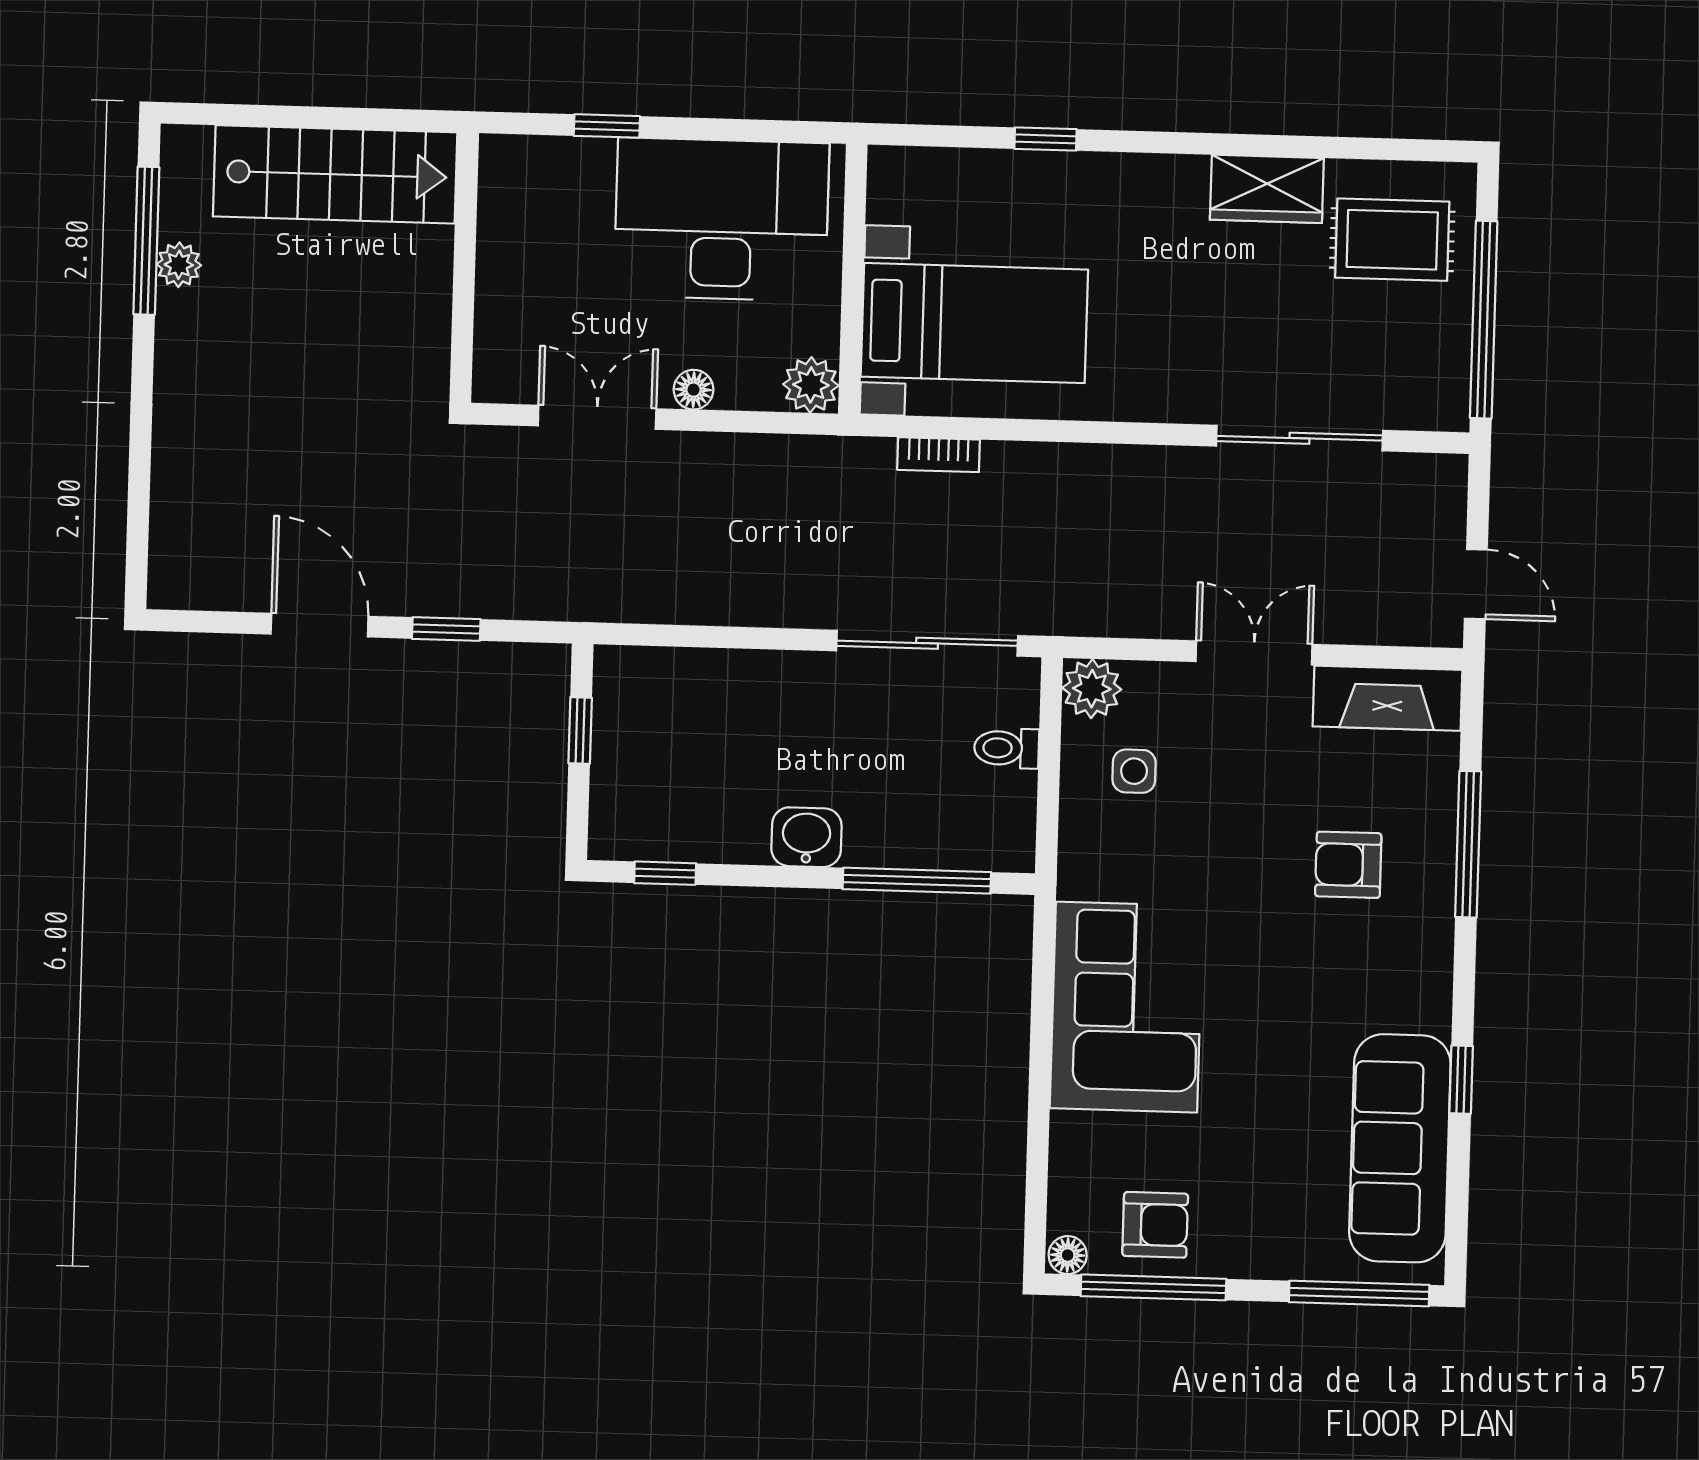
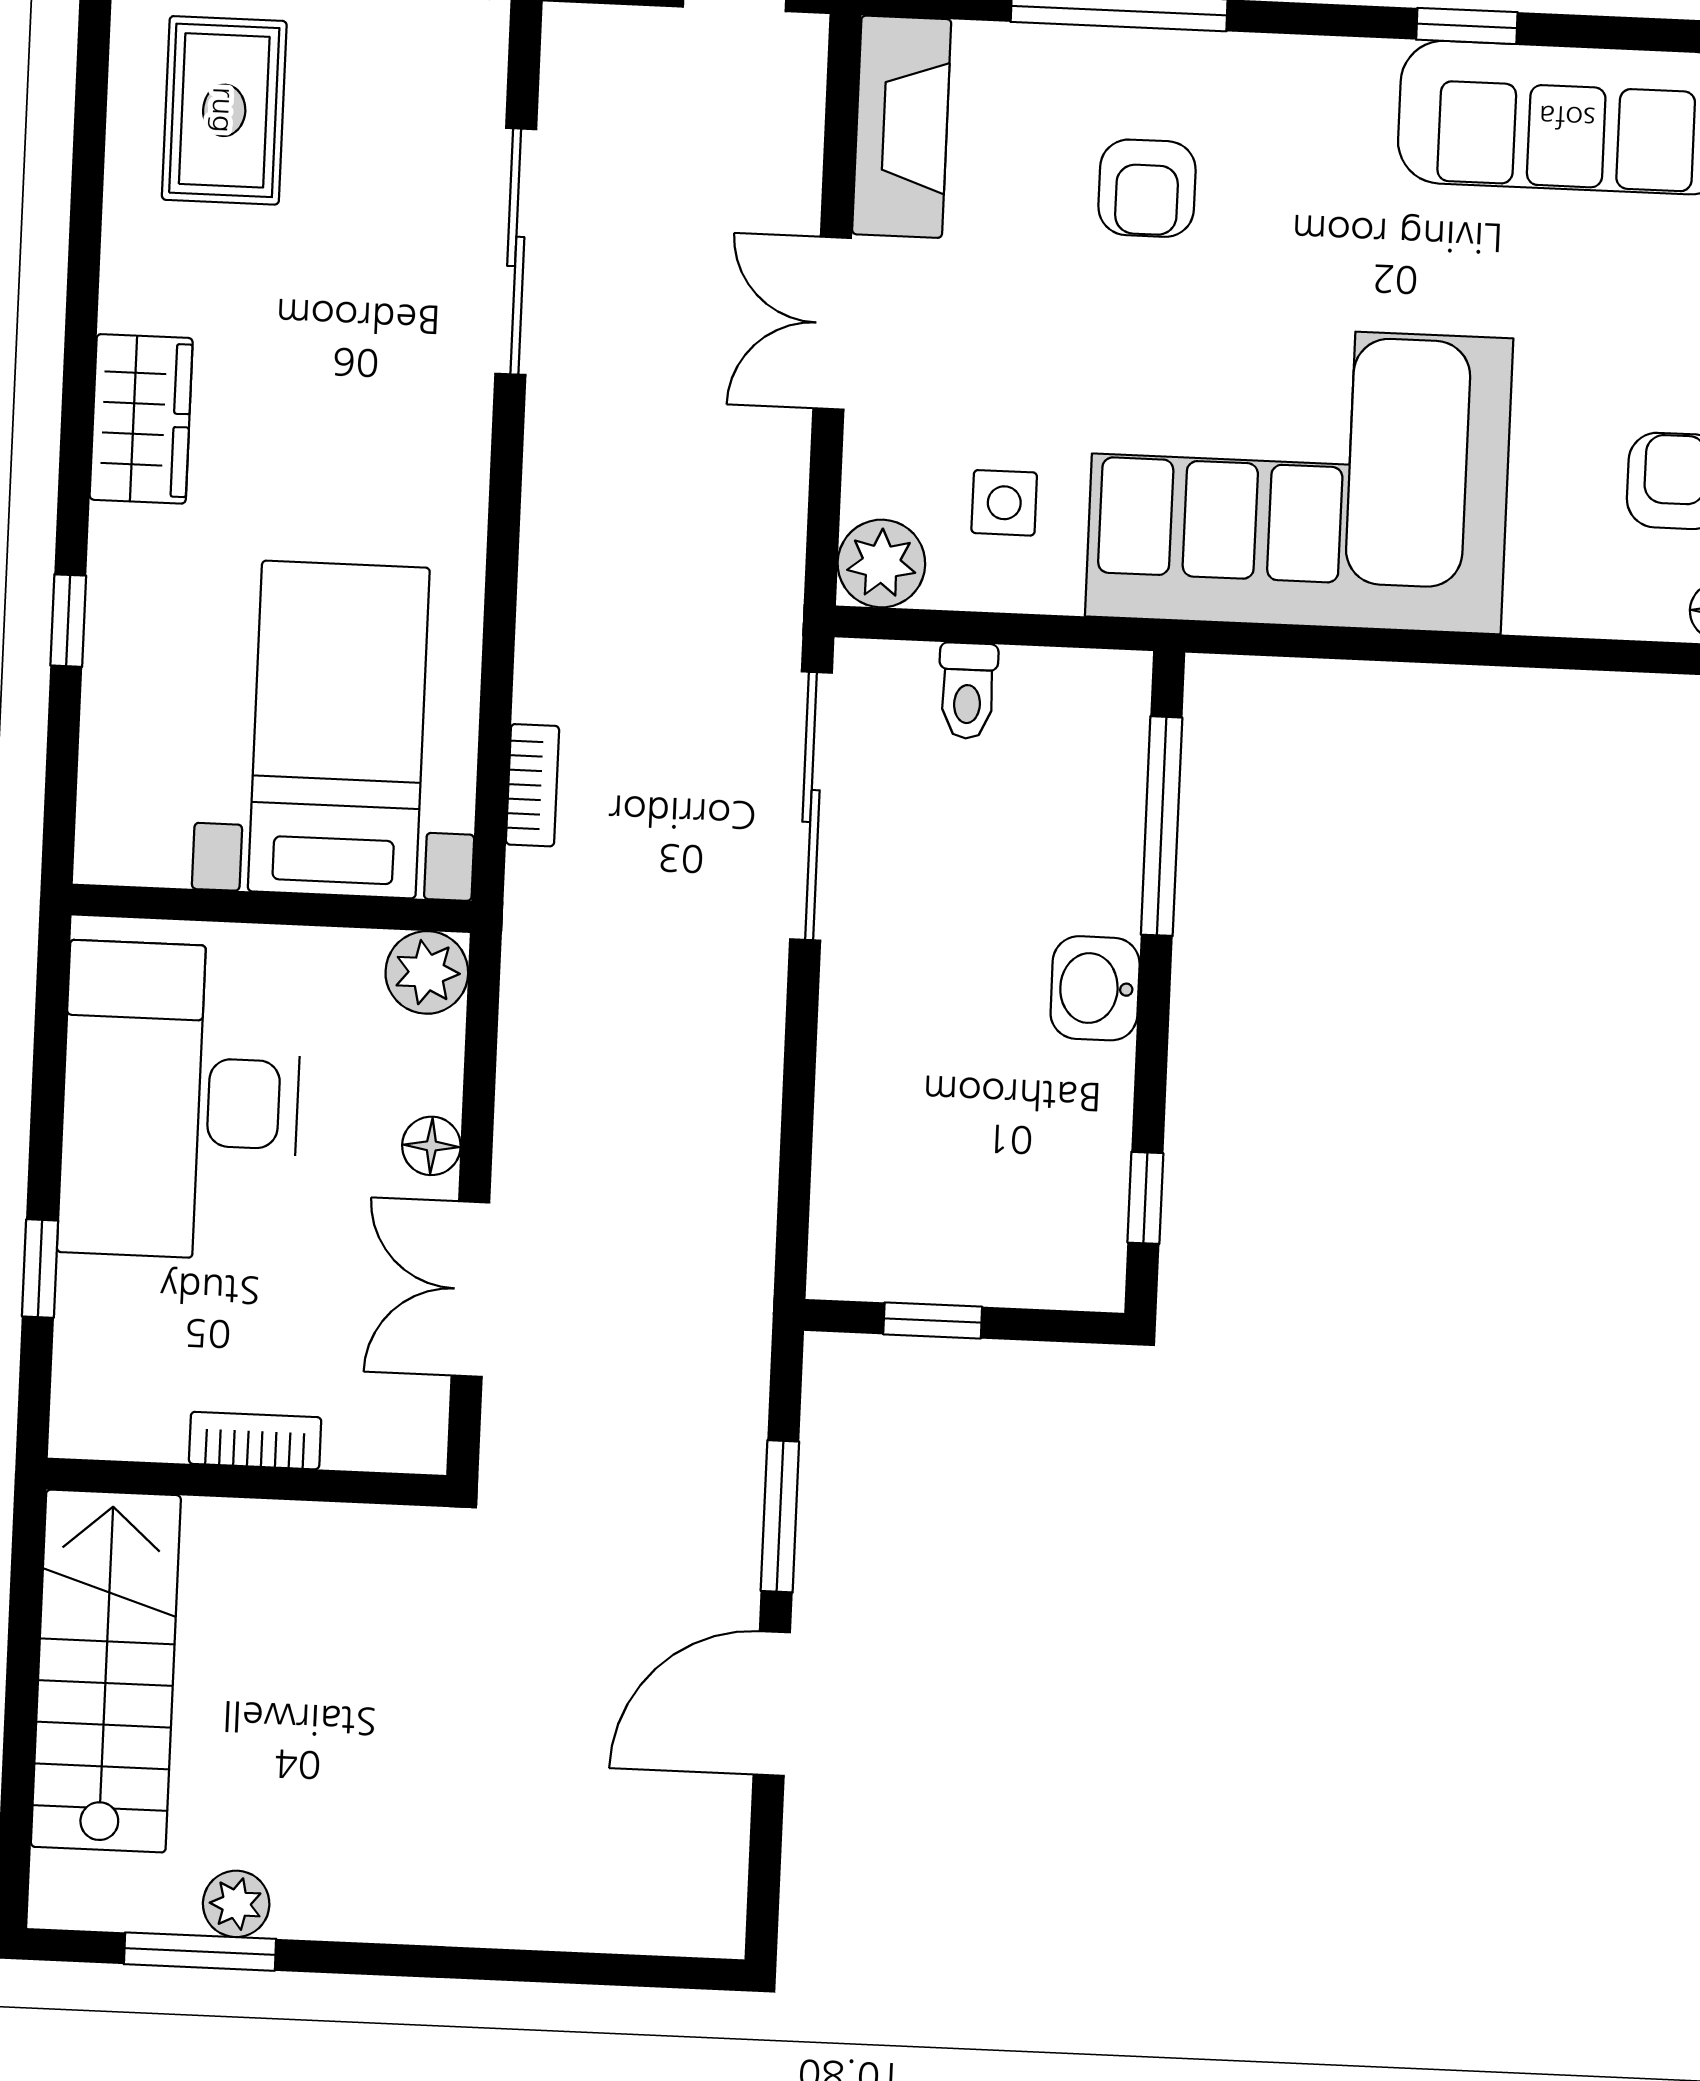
wardrobe: (1267, 189) -> (141, 419), moved
window: (146, 241) -> (200, 1952), width x0.69
bookcase: (493, 273) -> (255, 1441), added
window: (446, 629) -> (780, 1516), width x1.50
corner sofa: (1126, 1007) -> (1299, 477), width x1.36, depth x1.36

